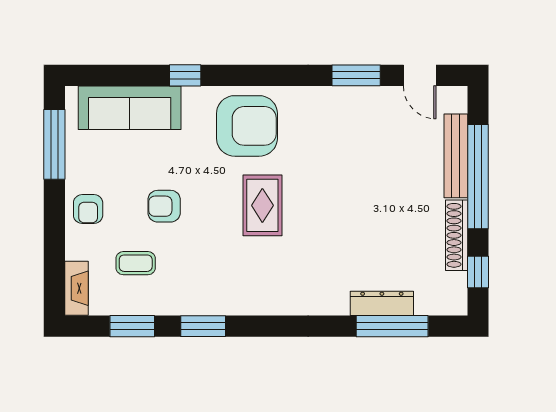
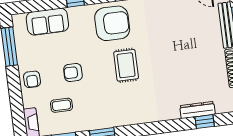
sofa: (130, 108) -> (47, 22), width x0.73
window: (392, 326) -> (205, 122), width x0.46

